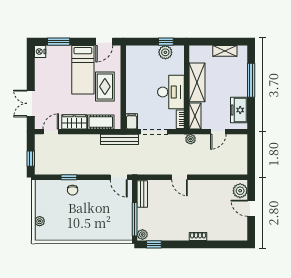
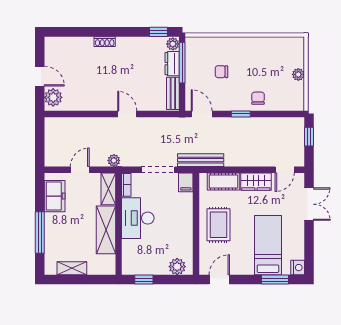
plant: (165, 52) -> (177, 267), moved
bed: (83, 70) -> (268, 245), moved
window: (69, 177) -> (241, 114), moved
chair: (102, 212) -> (221, 72), added
dresser: (143, 218) -> (172, 64), added
plant: (40, 221) -> (298, 74), moved

